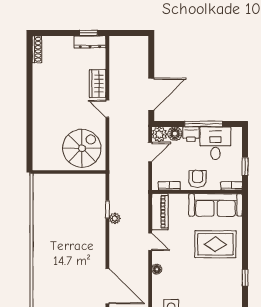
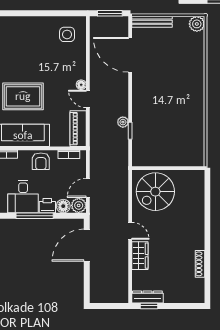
shoe rack: (37, 49) -> (200, 264), moved
floor lamp: (157, 269) -> (81, 85), moved

